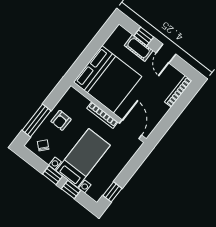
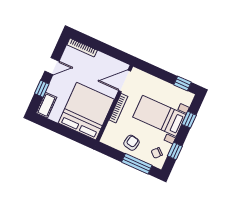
cot: (139, 48) -> (46, 105), moved
armchair: (61, 120) -> (131, 143), turned -80
window: (52, 175) -> (175, 151), moved

